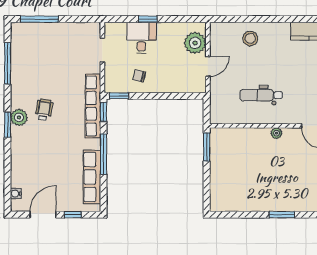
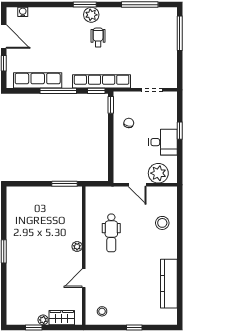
desk: (141, 38) -> (163, 142), moved
dental chair: (261, 95) -> (111, 233), turned 180
wheelchair: (44, 110) -> (98, 37), turned -100

